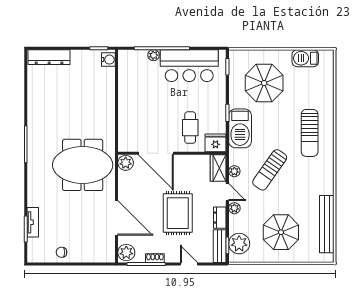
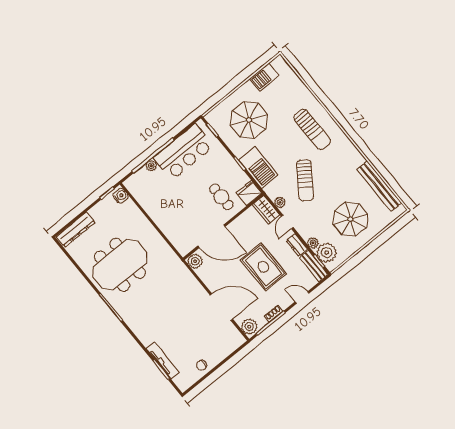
meeting table: (83, 165) -> (120, 265), moved
door: (227, 192) -> (287, 222), swing flipped
plant: (234, 208) -> (313, 243), moved
tv unit: (33, 222) -> (163, 360), width x1.41

